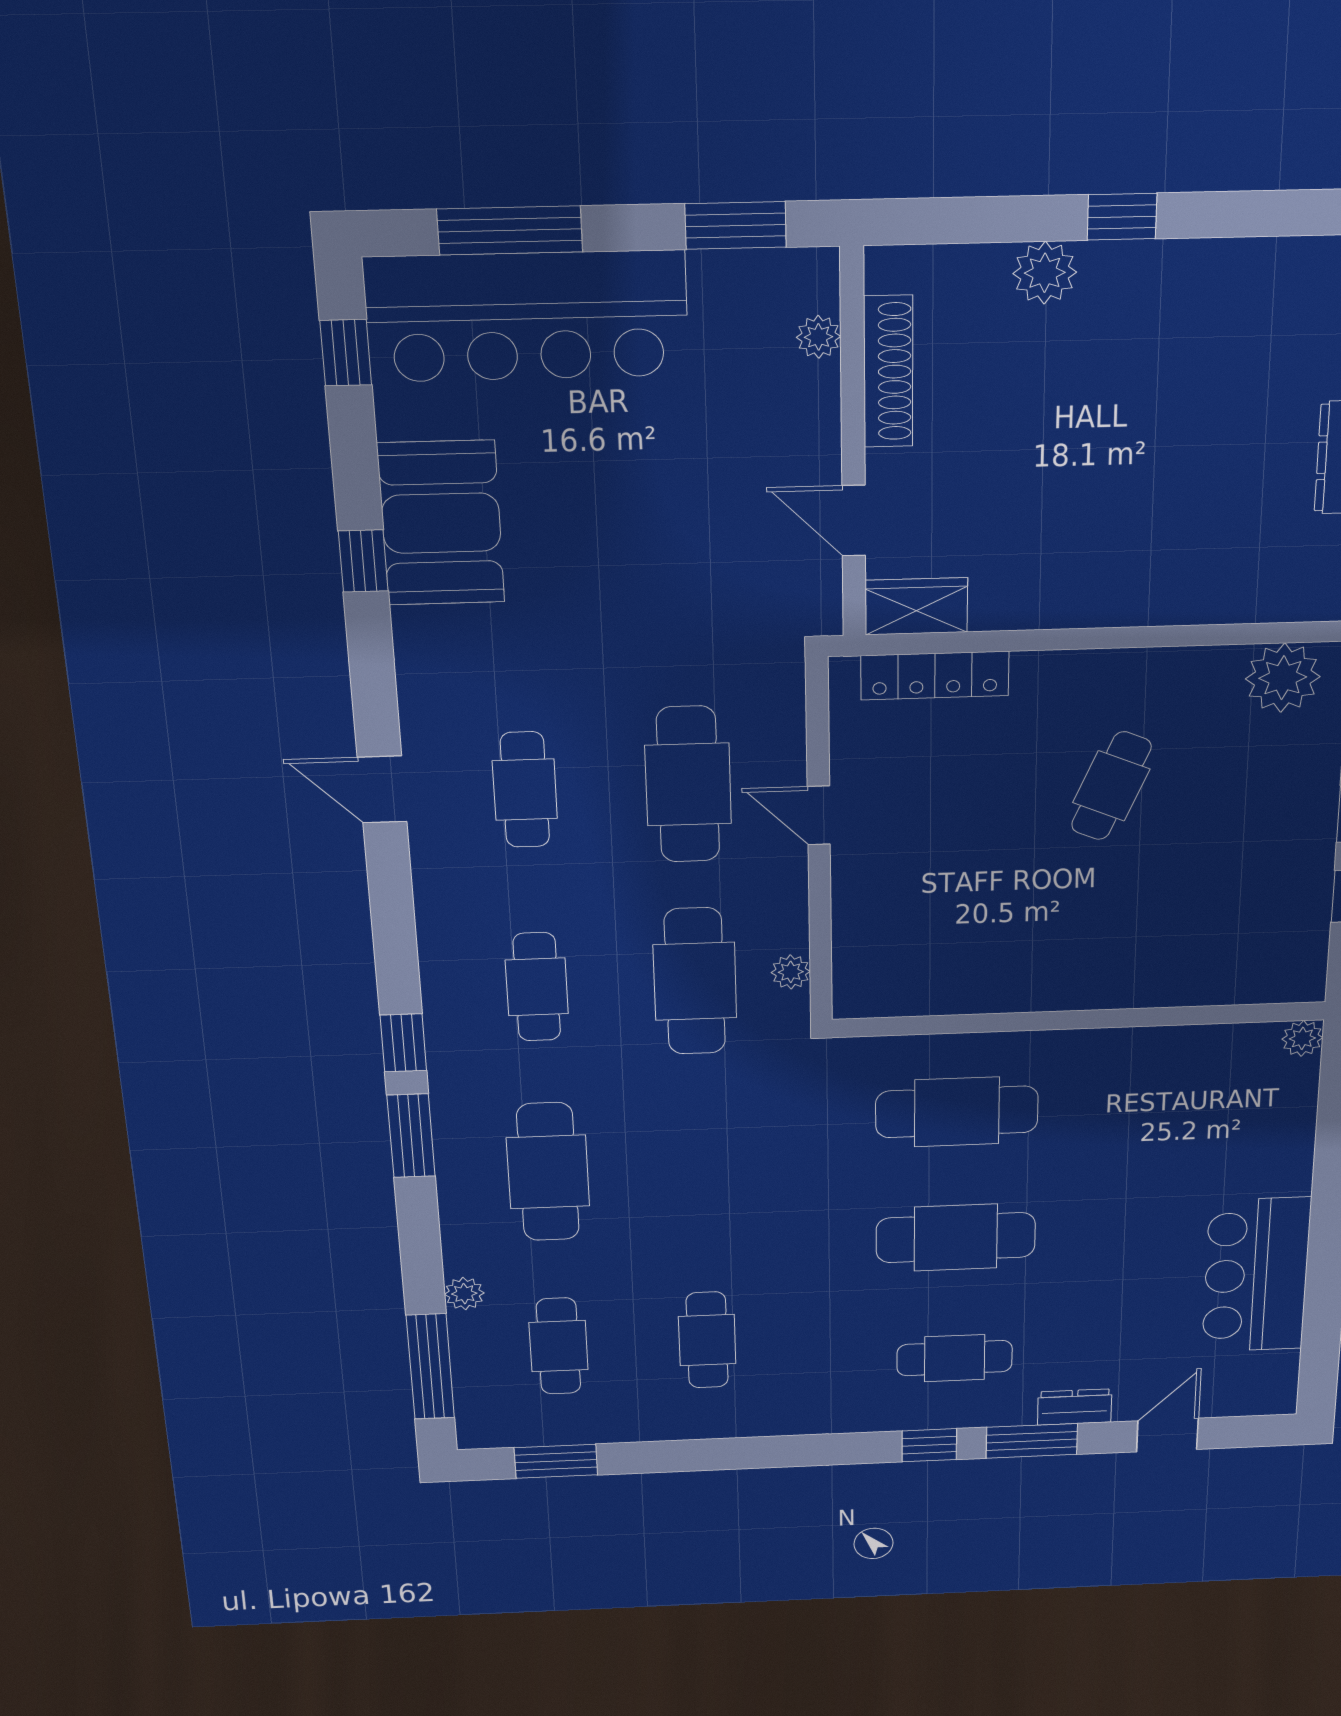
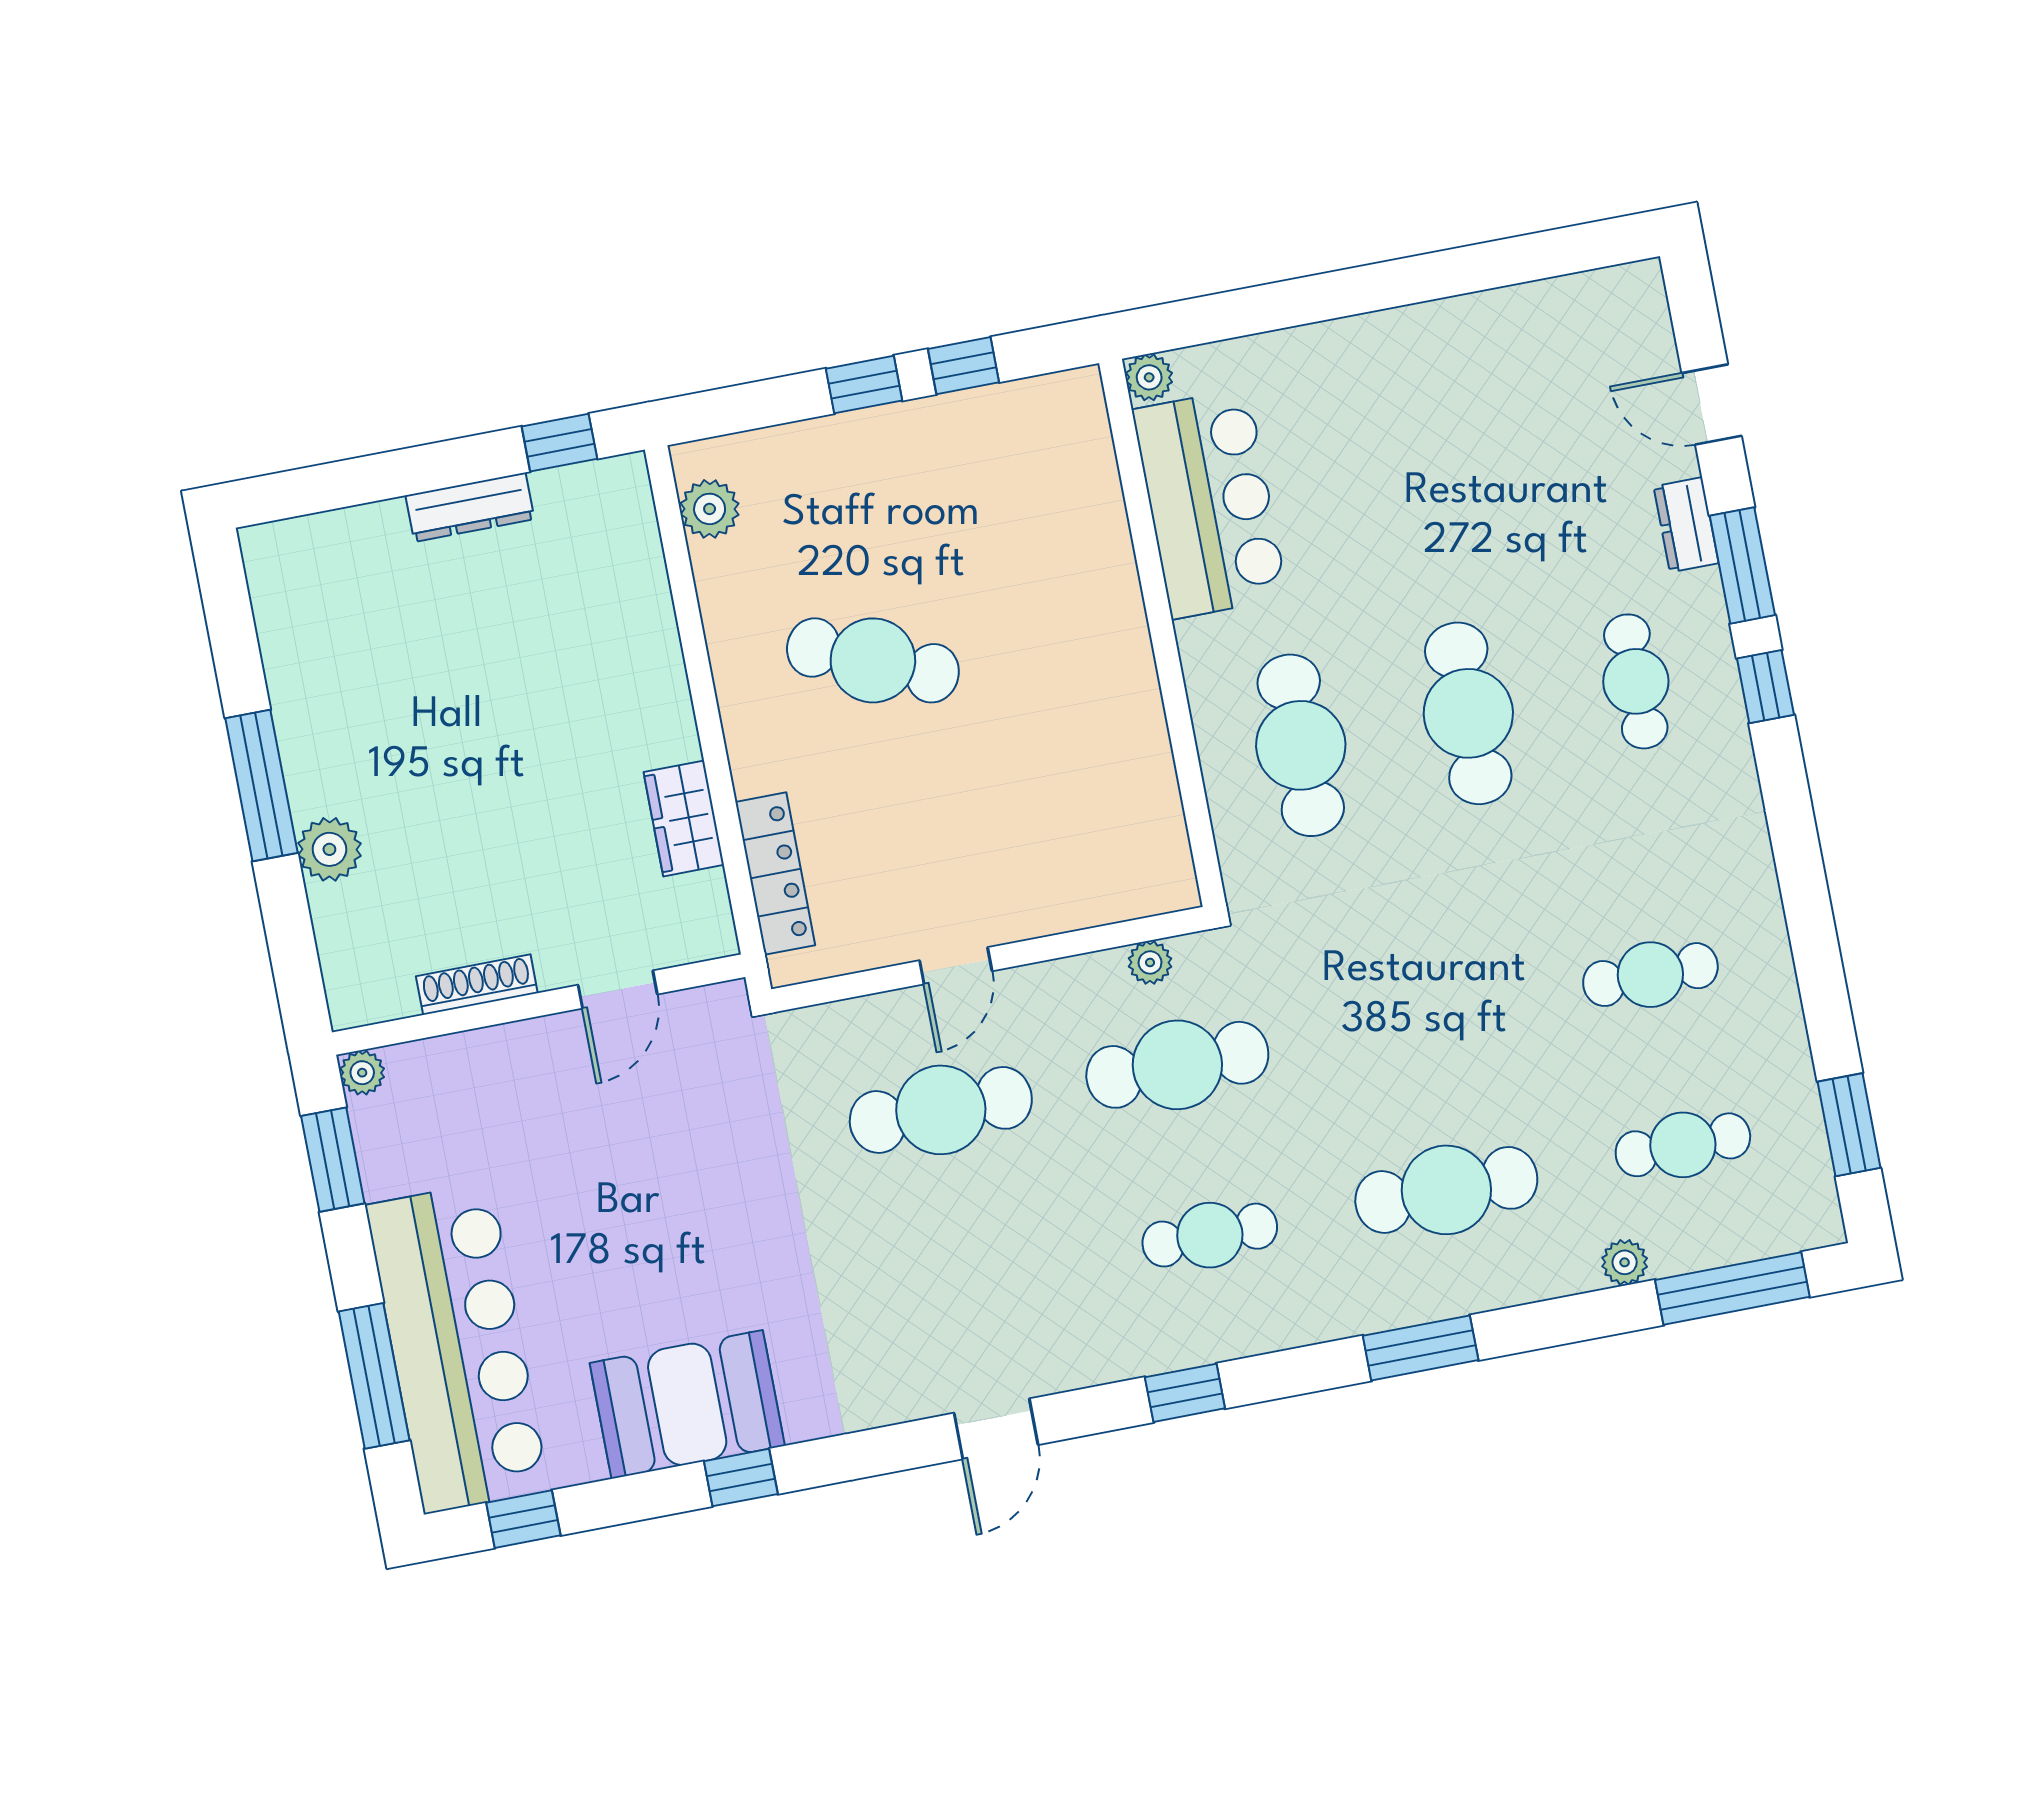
window: (1122, 217) -> (261, 786), width x2.17
plant: (819, 337) -> (362, 1073), moved
shoe rack: (888, 372) -> (477, 985), width x0.74, depth x0.81
wardrobe: (916, 606) -> (684, 818), moved
plant: (1283, 678) -> (710, 509), width x0.73, depth x0.73
cafe table: (1111, 786) -> (873, 660), width x1.37, depth x1.35
cafe table: (525, 790) -> (973, 1280), removed
window: (403, 1043) -> (1185, 1393), moved
bar counter: (1256, 1275) -> (1210, 504), moved, turned -90

